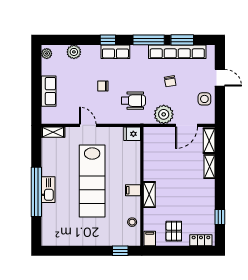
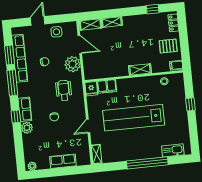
plant: (74, 52) -> (27, 128), moved
lab bench: (92, 181) -> (134, 118), turned 180
kitchen sink: (48, 190) -> (173, 150), moved
filing cabinet: (133, 190) -> (107, 86), moved, width x2.00
window: (120, 251) -> (190, 104), moved

